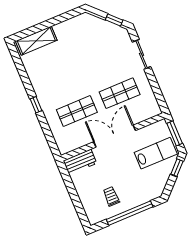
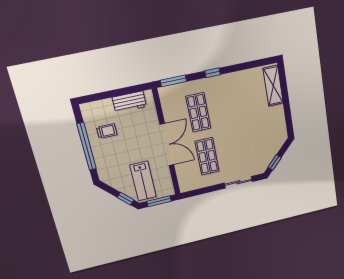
window: (51, 141) -> (173, 81), added
workbench: (80, 162) -> (129, 102), moved, turned -90

